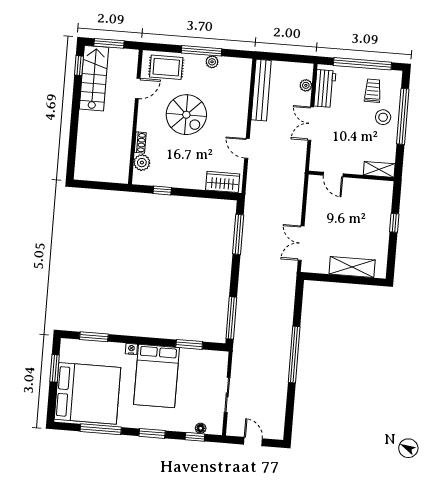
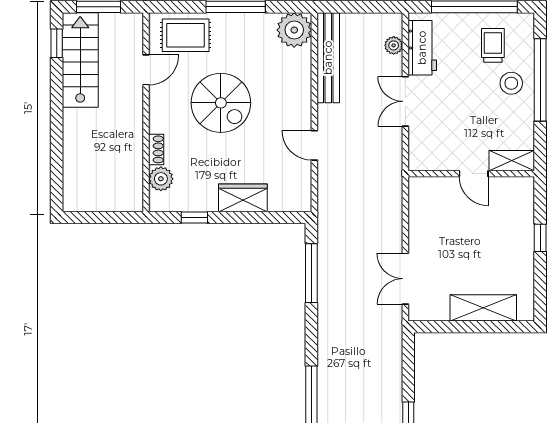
plant: (212, 62) -> (294, 30), moved, width x1.87, depth x1.87
door: (333, 174) -> (474, 174), moved
wardrobe: (223, 182) -> (243, 198), moved

